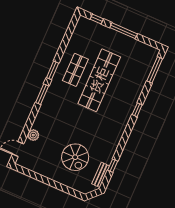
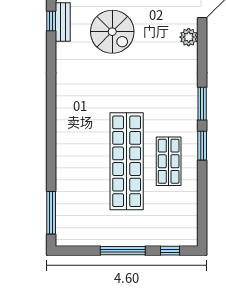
window: (137, 110) -> (51, 142), removed
spiral stairs: (75, 157) -> (112, 32), turned 180
window: (113, 166) -> (51, 21), moved

